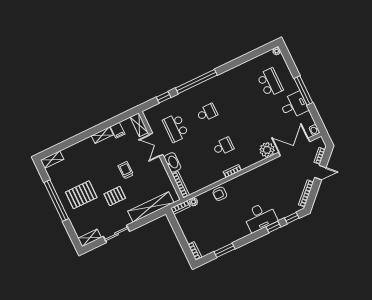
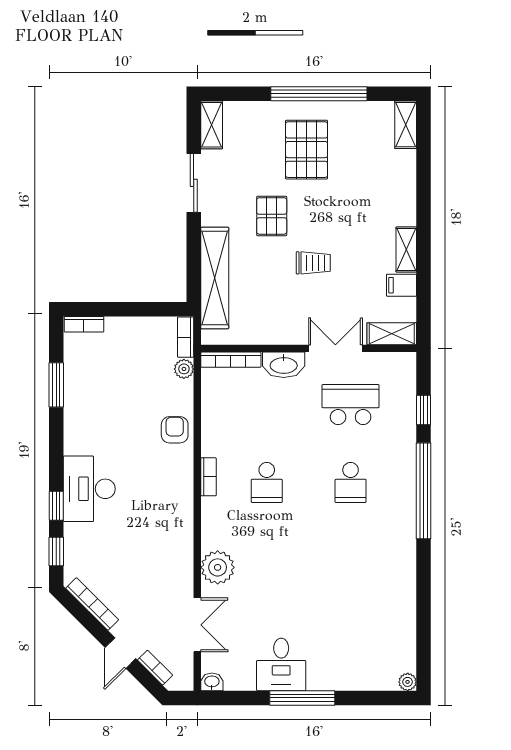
school desk: (270, 83) -> (351, 638), removed
double door: (294, 147) -> (197, 625), width x0.73

